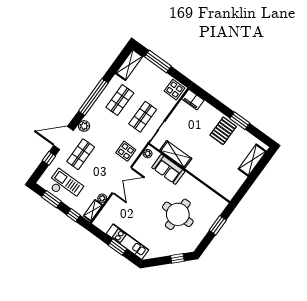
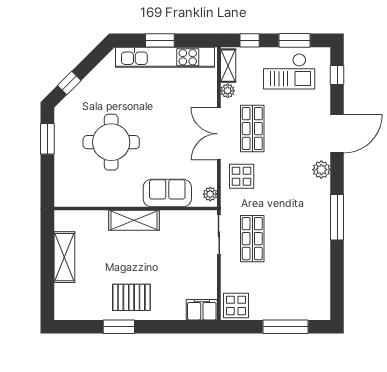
shelving: (129, 65) -> (320, 295), removed
window: (93, 97) -> (337, 217), width x0.68
shop shelf: (120, 100) -> (299, 239), removed
pallet: (223, 131) -> (131, 297), turned 90
shop shelf: (81, 154) -> (252, 129), moved
shelving: (176, 154) -> (134, 220), moved
window: (49, 158) -> (337, 75), moved
shelving: (252, 160) -> (64, 257), moved
window: (218, 225) -> (47, 139), moved
kitchen unit: (128, 242) -> (165, 57), width x1.36

